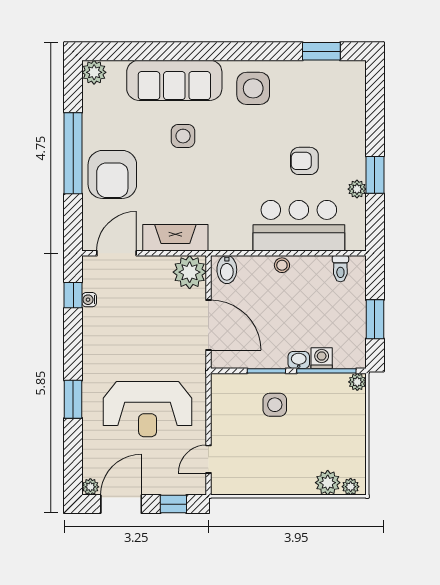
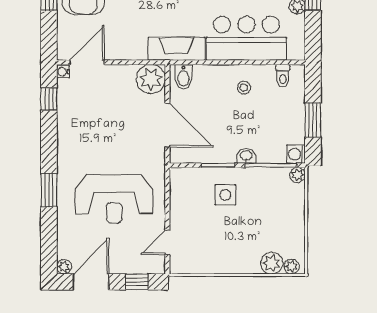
fireplace: (175, 238) -> (177, 49), moved
stool: (282, 265) -> (244, 88), moved
water cooler: (89, 300) -> (63, 72), moved
washing machine: (322, 358) -> (296, 154), moved, turned -90

